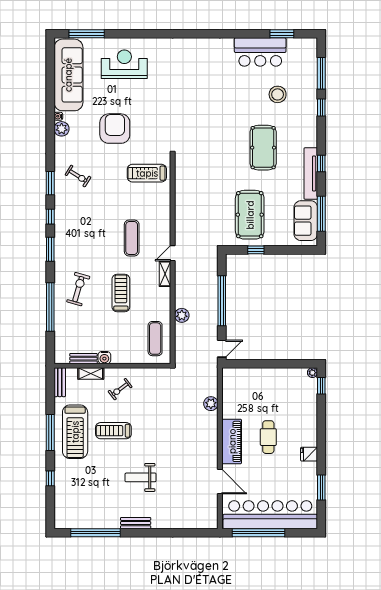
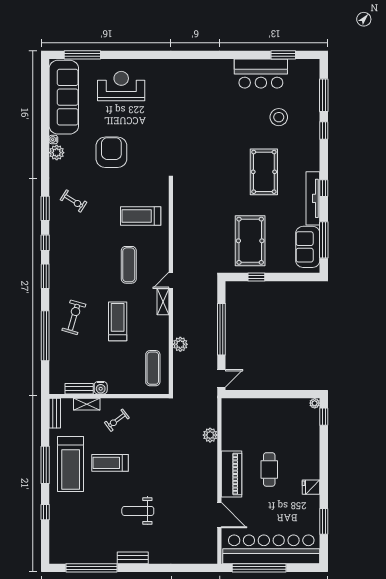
treadmill: (147, 173) -> (141, 216), moved

